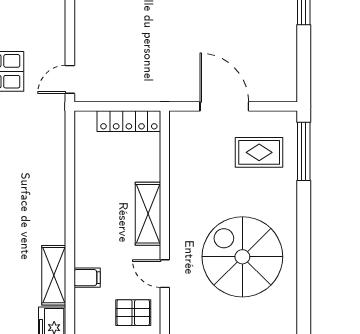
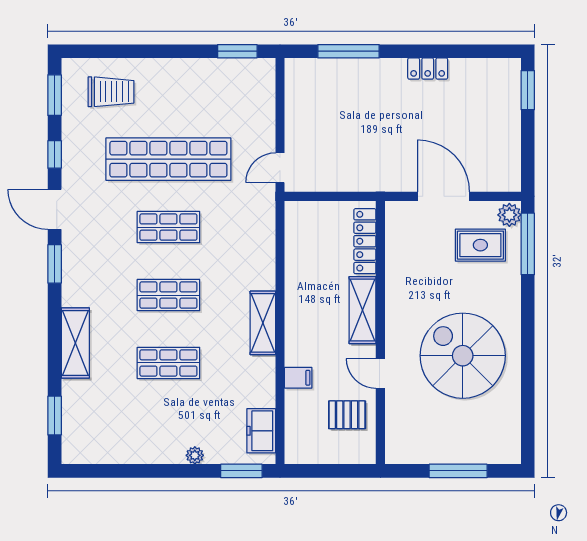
locker: (129, 121) -> (365, 241), moved, turned 90
plant: (286, 124) -> (509, 215), added
shelving: (54, 275) -> (263, 323), moved

